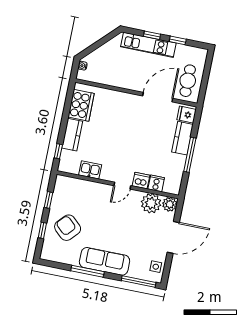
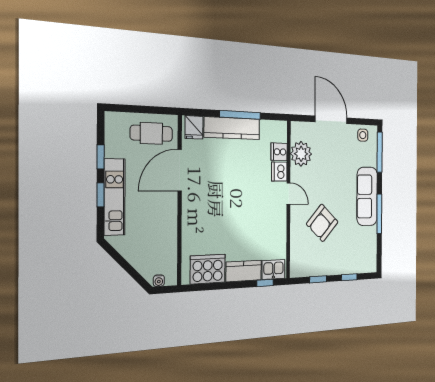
door: (158, 97) -> (180, 170), hinge flipped
kitchen counter: (183, 138) -> (232, 128), width x1.50
kitchen sink: (90, 170) -> (273, 270), moved, turned 90
plant: (170, 204) -> (298, 131), removed
armchair: (68, 228) -> (322, 223), moved

